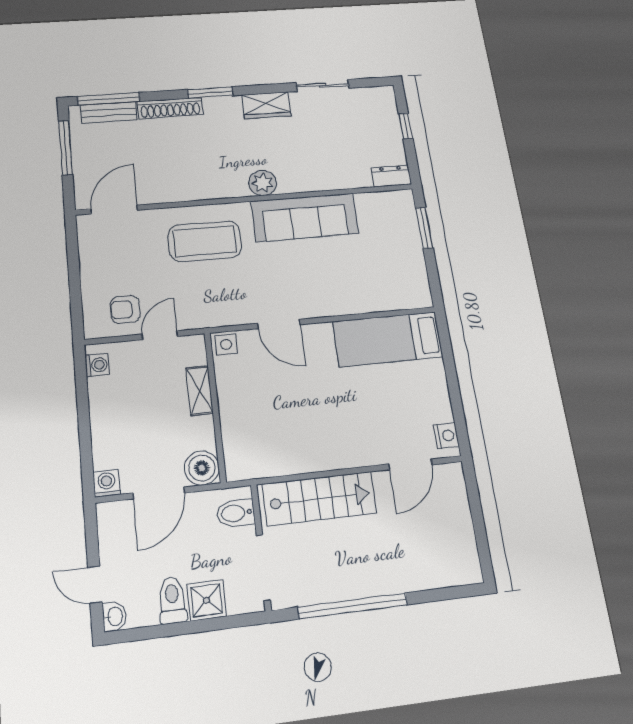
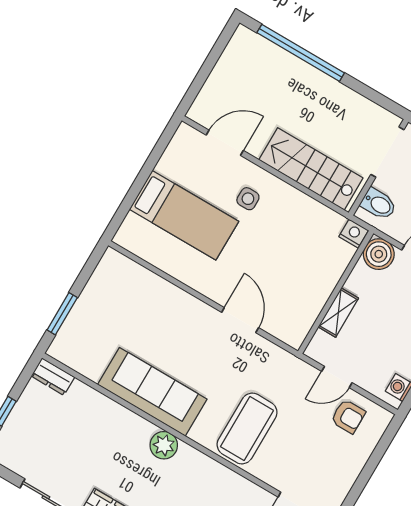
coffee table: (205, 241) -> (247, 428), turned 90
bed: (388, 339) -> (184, 215), moved
side table: (226, 344) -> (248, 199), moved
nightstand: (446, 436) -> (354, 233), moved, turned 90
window: (353, 606) -> (301, 53), moved

